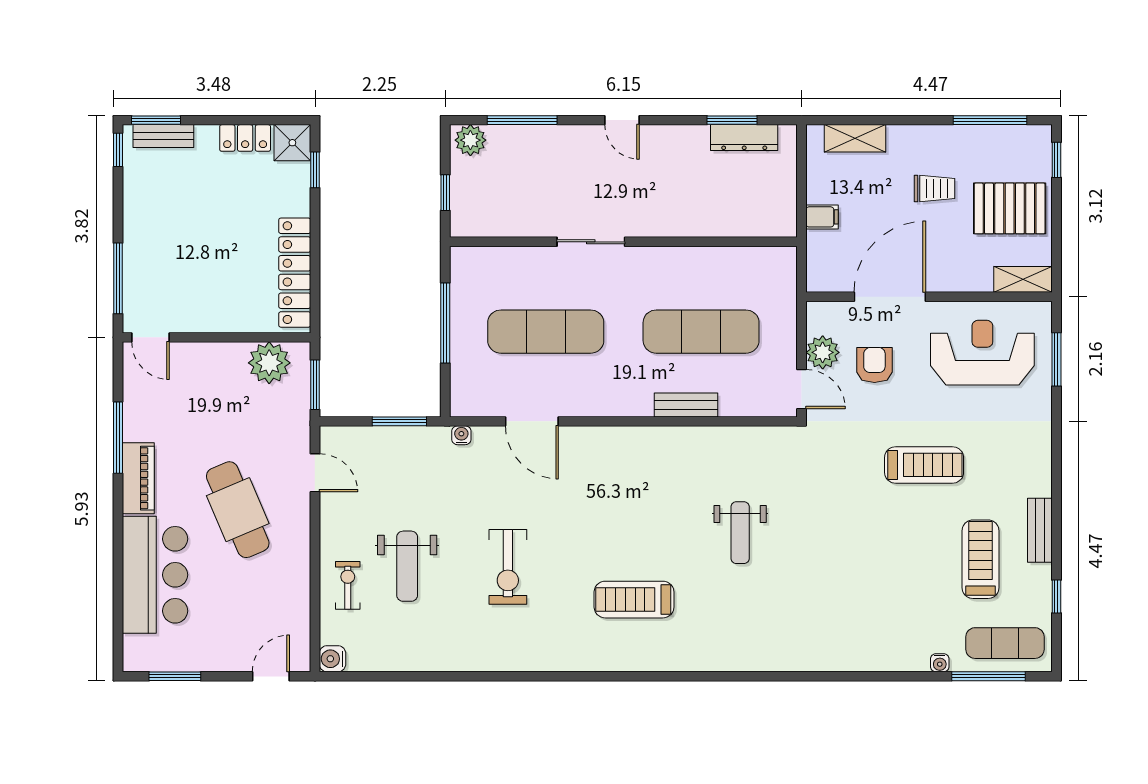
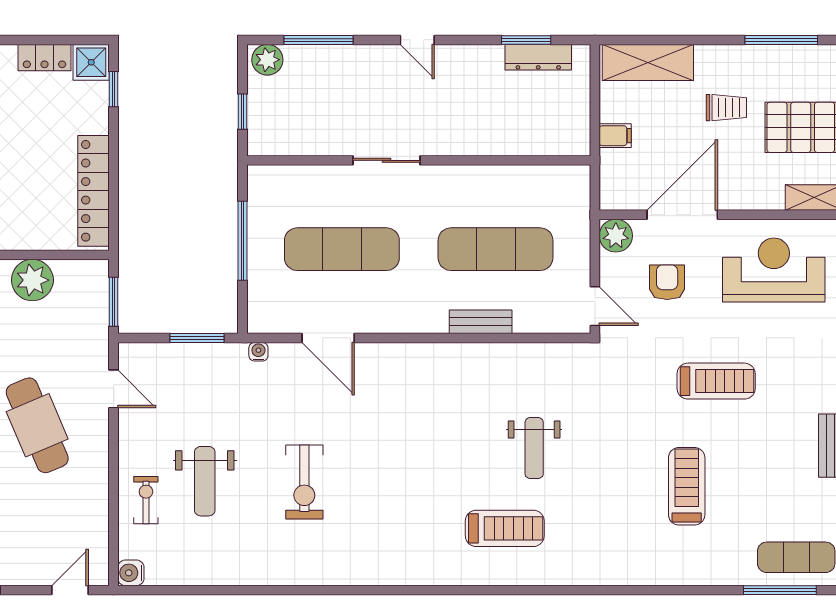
shelving: (855, 138) -> (648, 62), width x1.50, depth x1.33
plant: (823, 352) -> (616, 236), moved
plant: (269, 363) -> (32, 280), moved
treadmill: (981, 559) -> (687, 486), moved
treadmill: (634, 600) -> (505, 528), moved, turned 180
water cooler: (940, 663) -> (732, 577), removed

